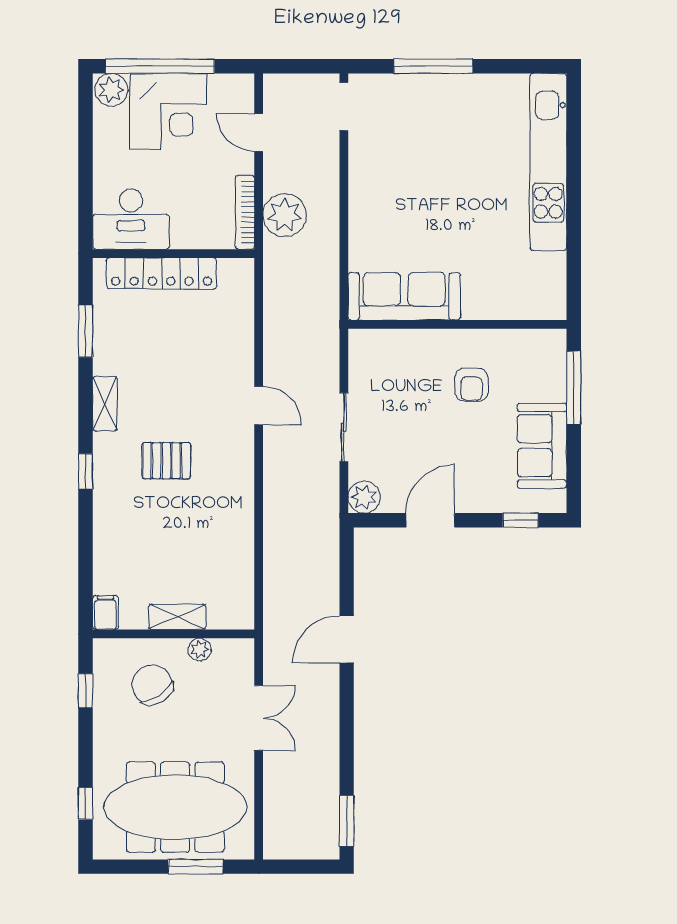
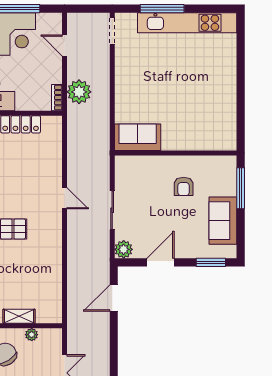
kitchen unit: (548, 162) -> (187, 23), moved, turned -90
bookcase: (245, 212) -> (57, 98), width x0.64
sofa: (404, 296) -> (138, 137), width x0.73
window: (520, 520) -> (211, 262), width x1.50
door: (347, 639) -> (114, 298), moved

